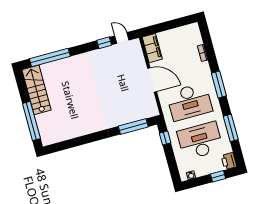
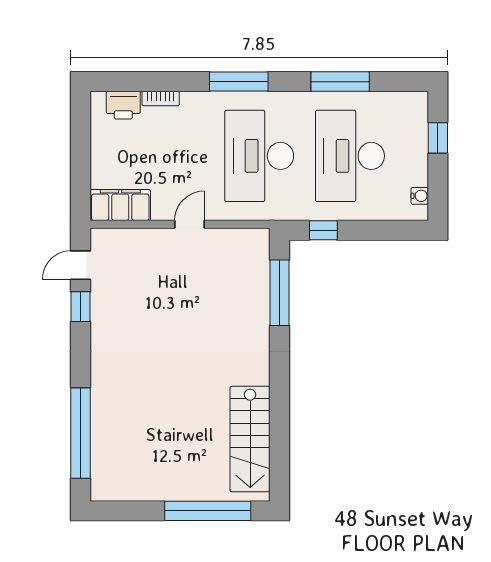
door: (152, 80) -> (190, 224), width x0.53
stairs: (37, 90) -> (250, 439), moved, turned -90
desk: (189, 102) -> (259, 156), turned 180
printer: (229, 161) -> (123, 105), moved

